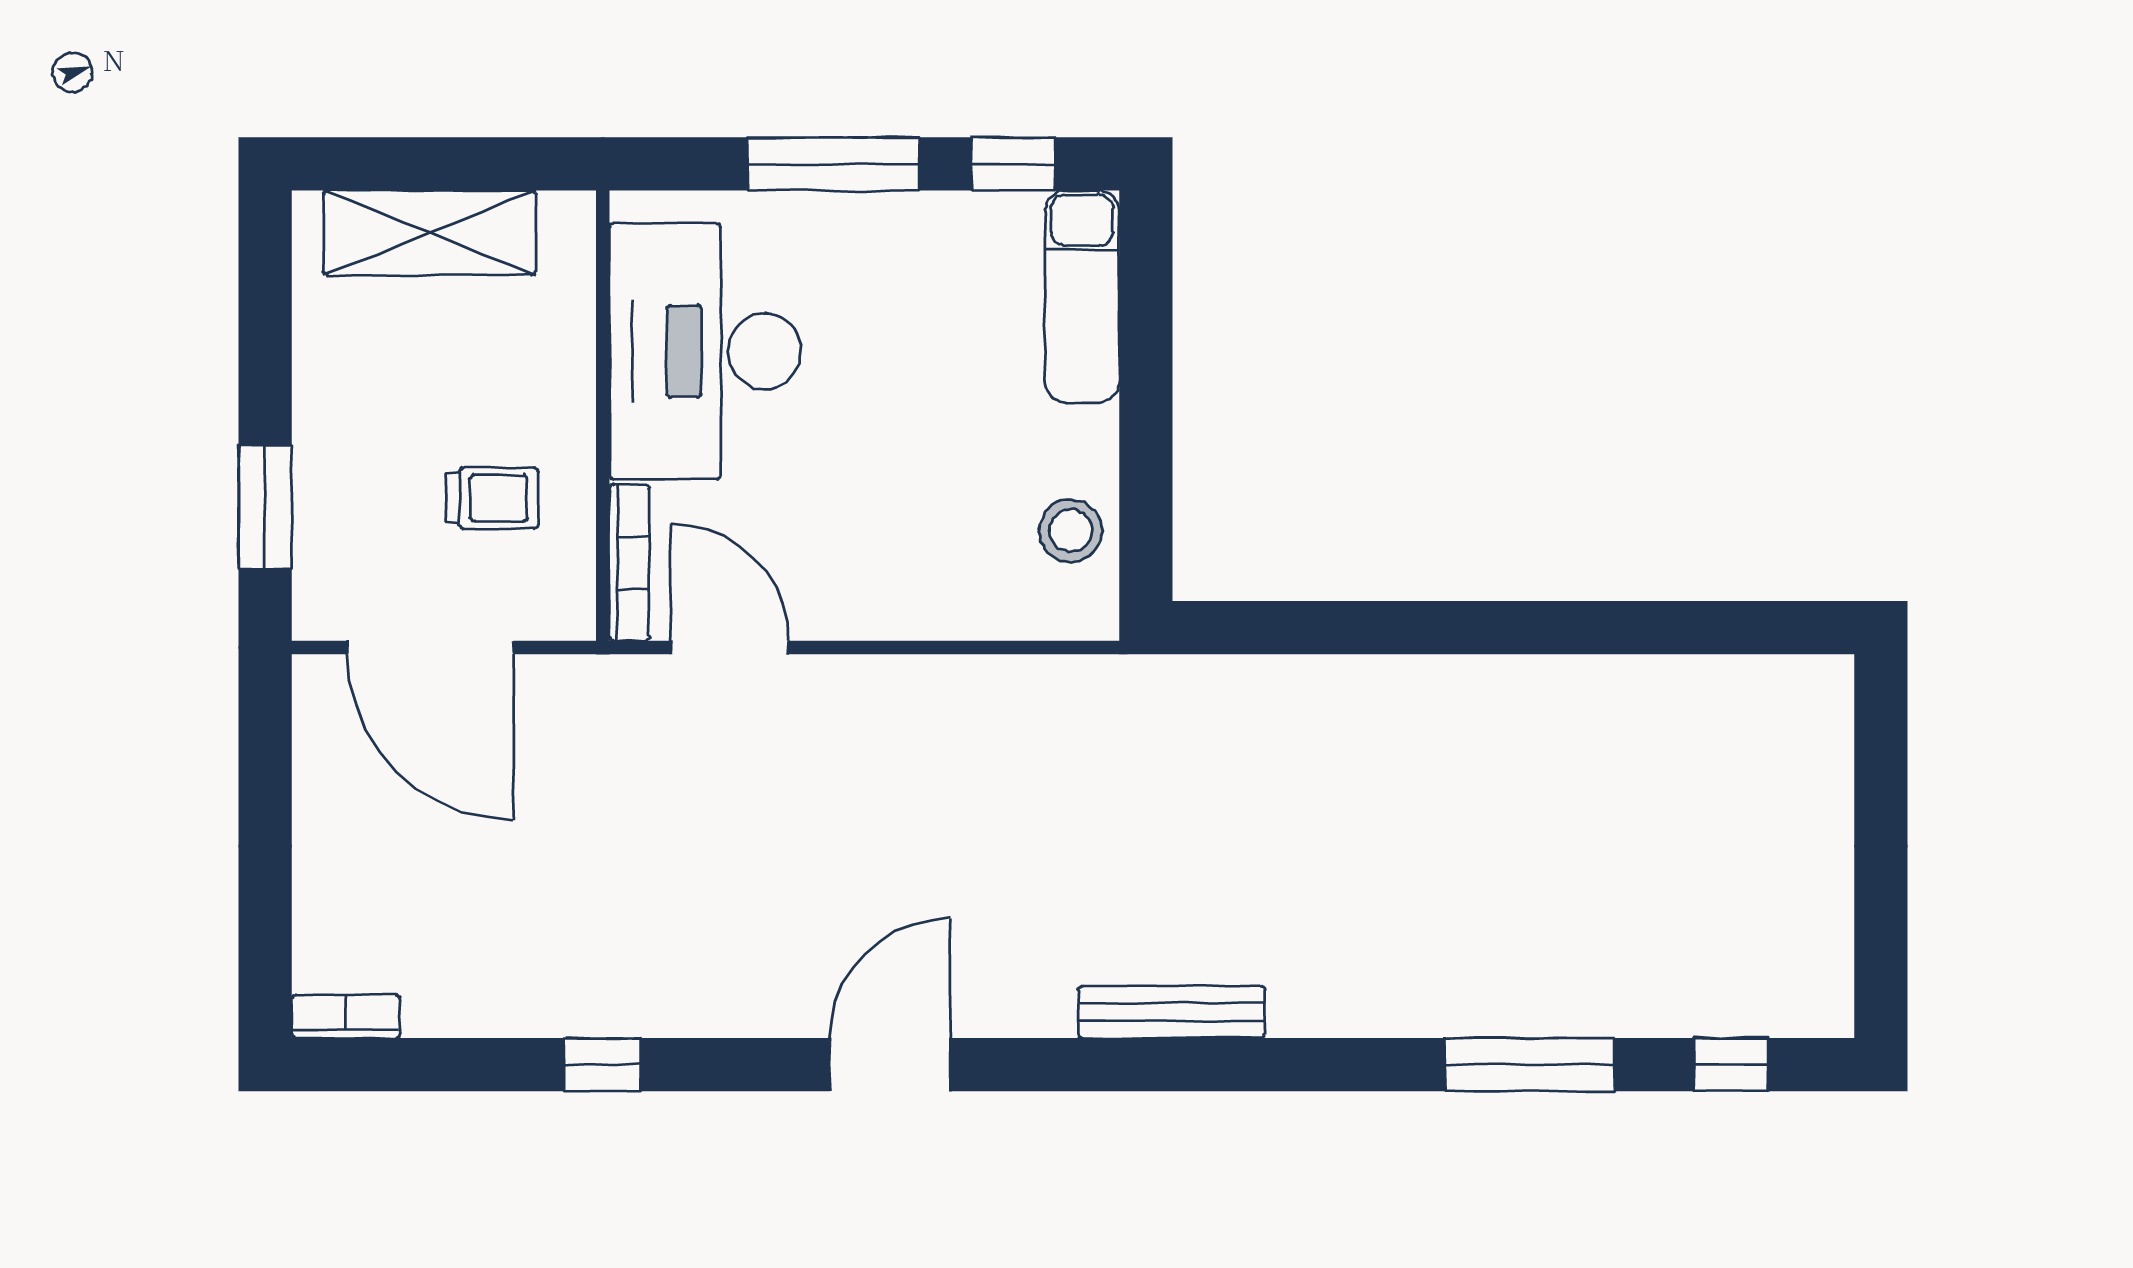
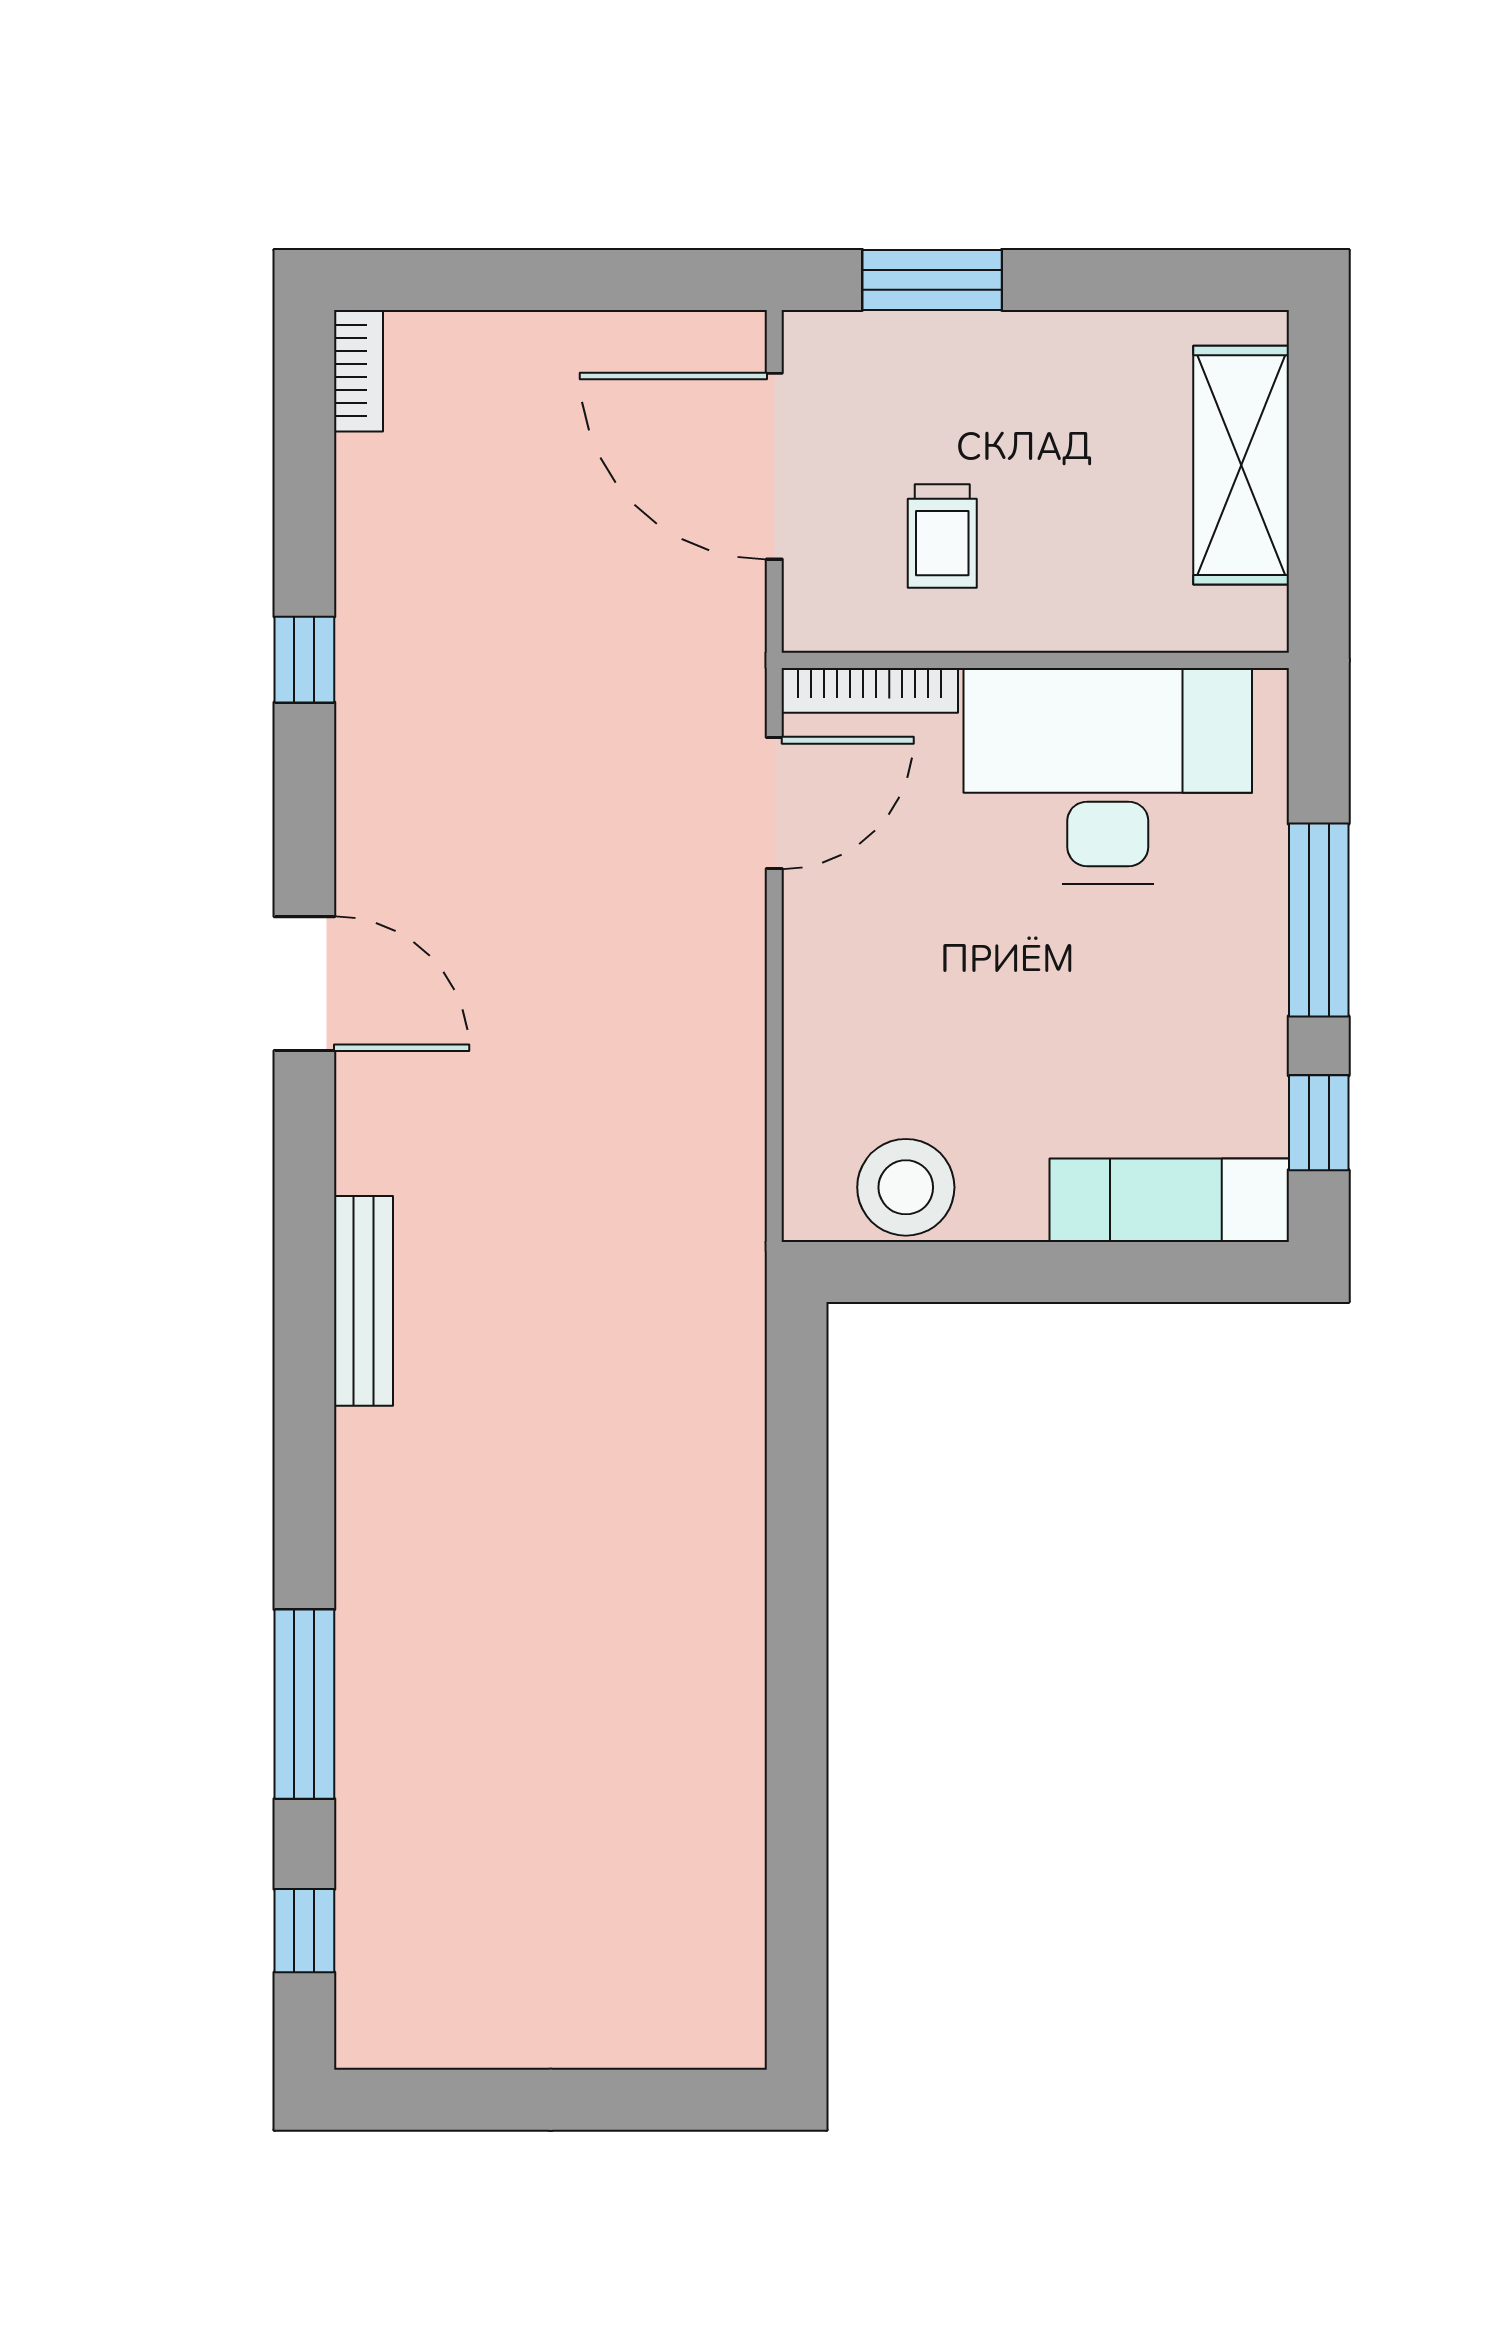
stool: (1071, 531) -> (906, 1187), width x1.38, depth x1.38
door: (430, 647) -> (774, 466), hinge flipped

